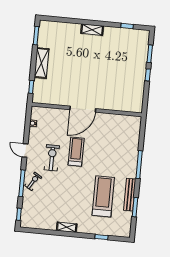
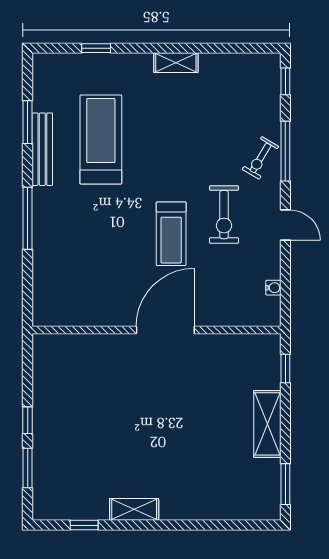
shelving: (92, 30) -> (134, 509), moved
treadmill: (103, 196) -> (101, 139), turned 180

